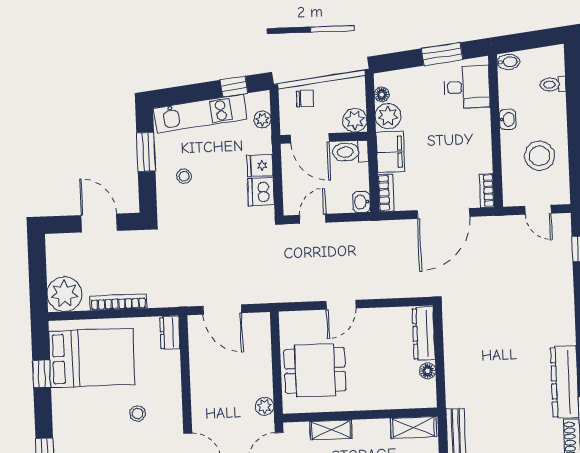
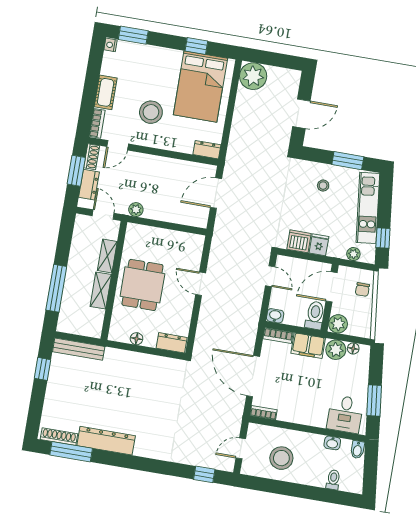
washbasin: (508, 119) -> (332, 443), moved
bookcase: (118, 302) -> (238, 116), removed
dresser: (424, 334) -> (172, 343), width x0.70
dining table: (315, 370) -> (142, 285), moved
stool: (137, 413) -> (151, 112), width x1.89, depth x1.89
shelving: (414, 427) -> (101, 290), moved

